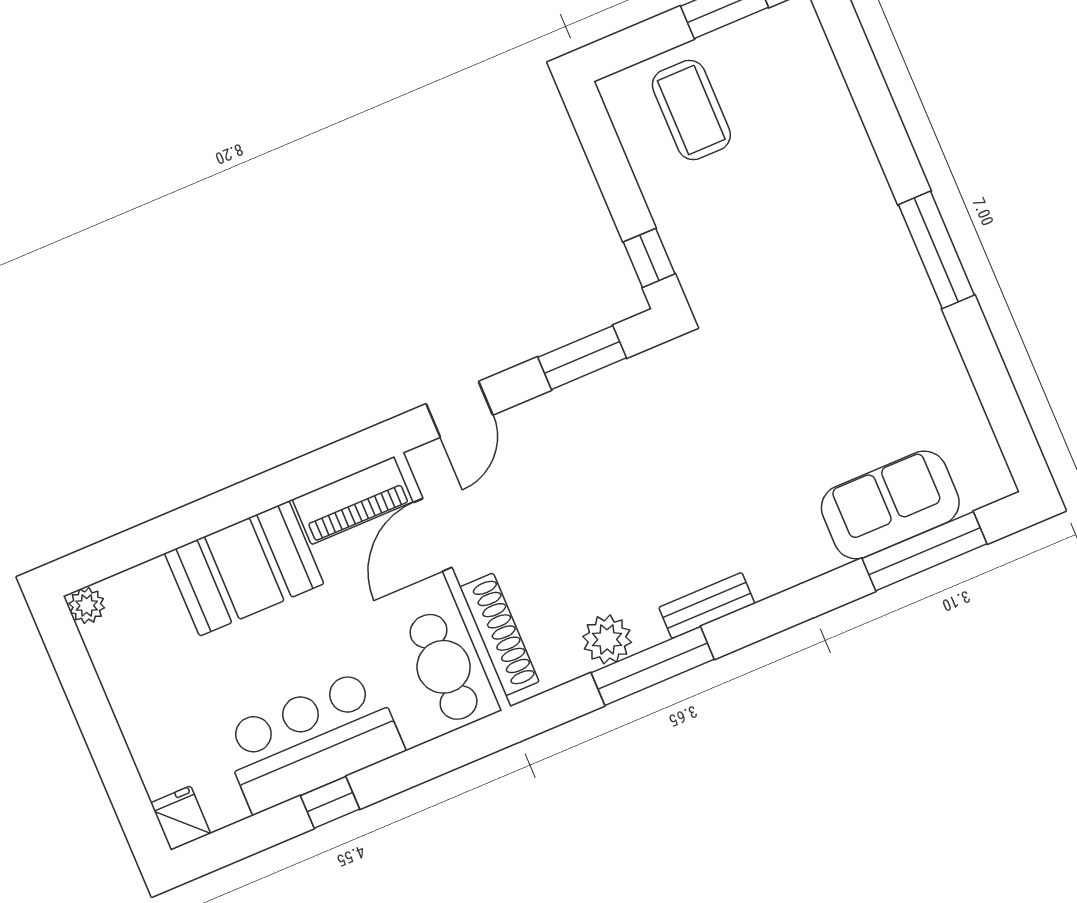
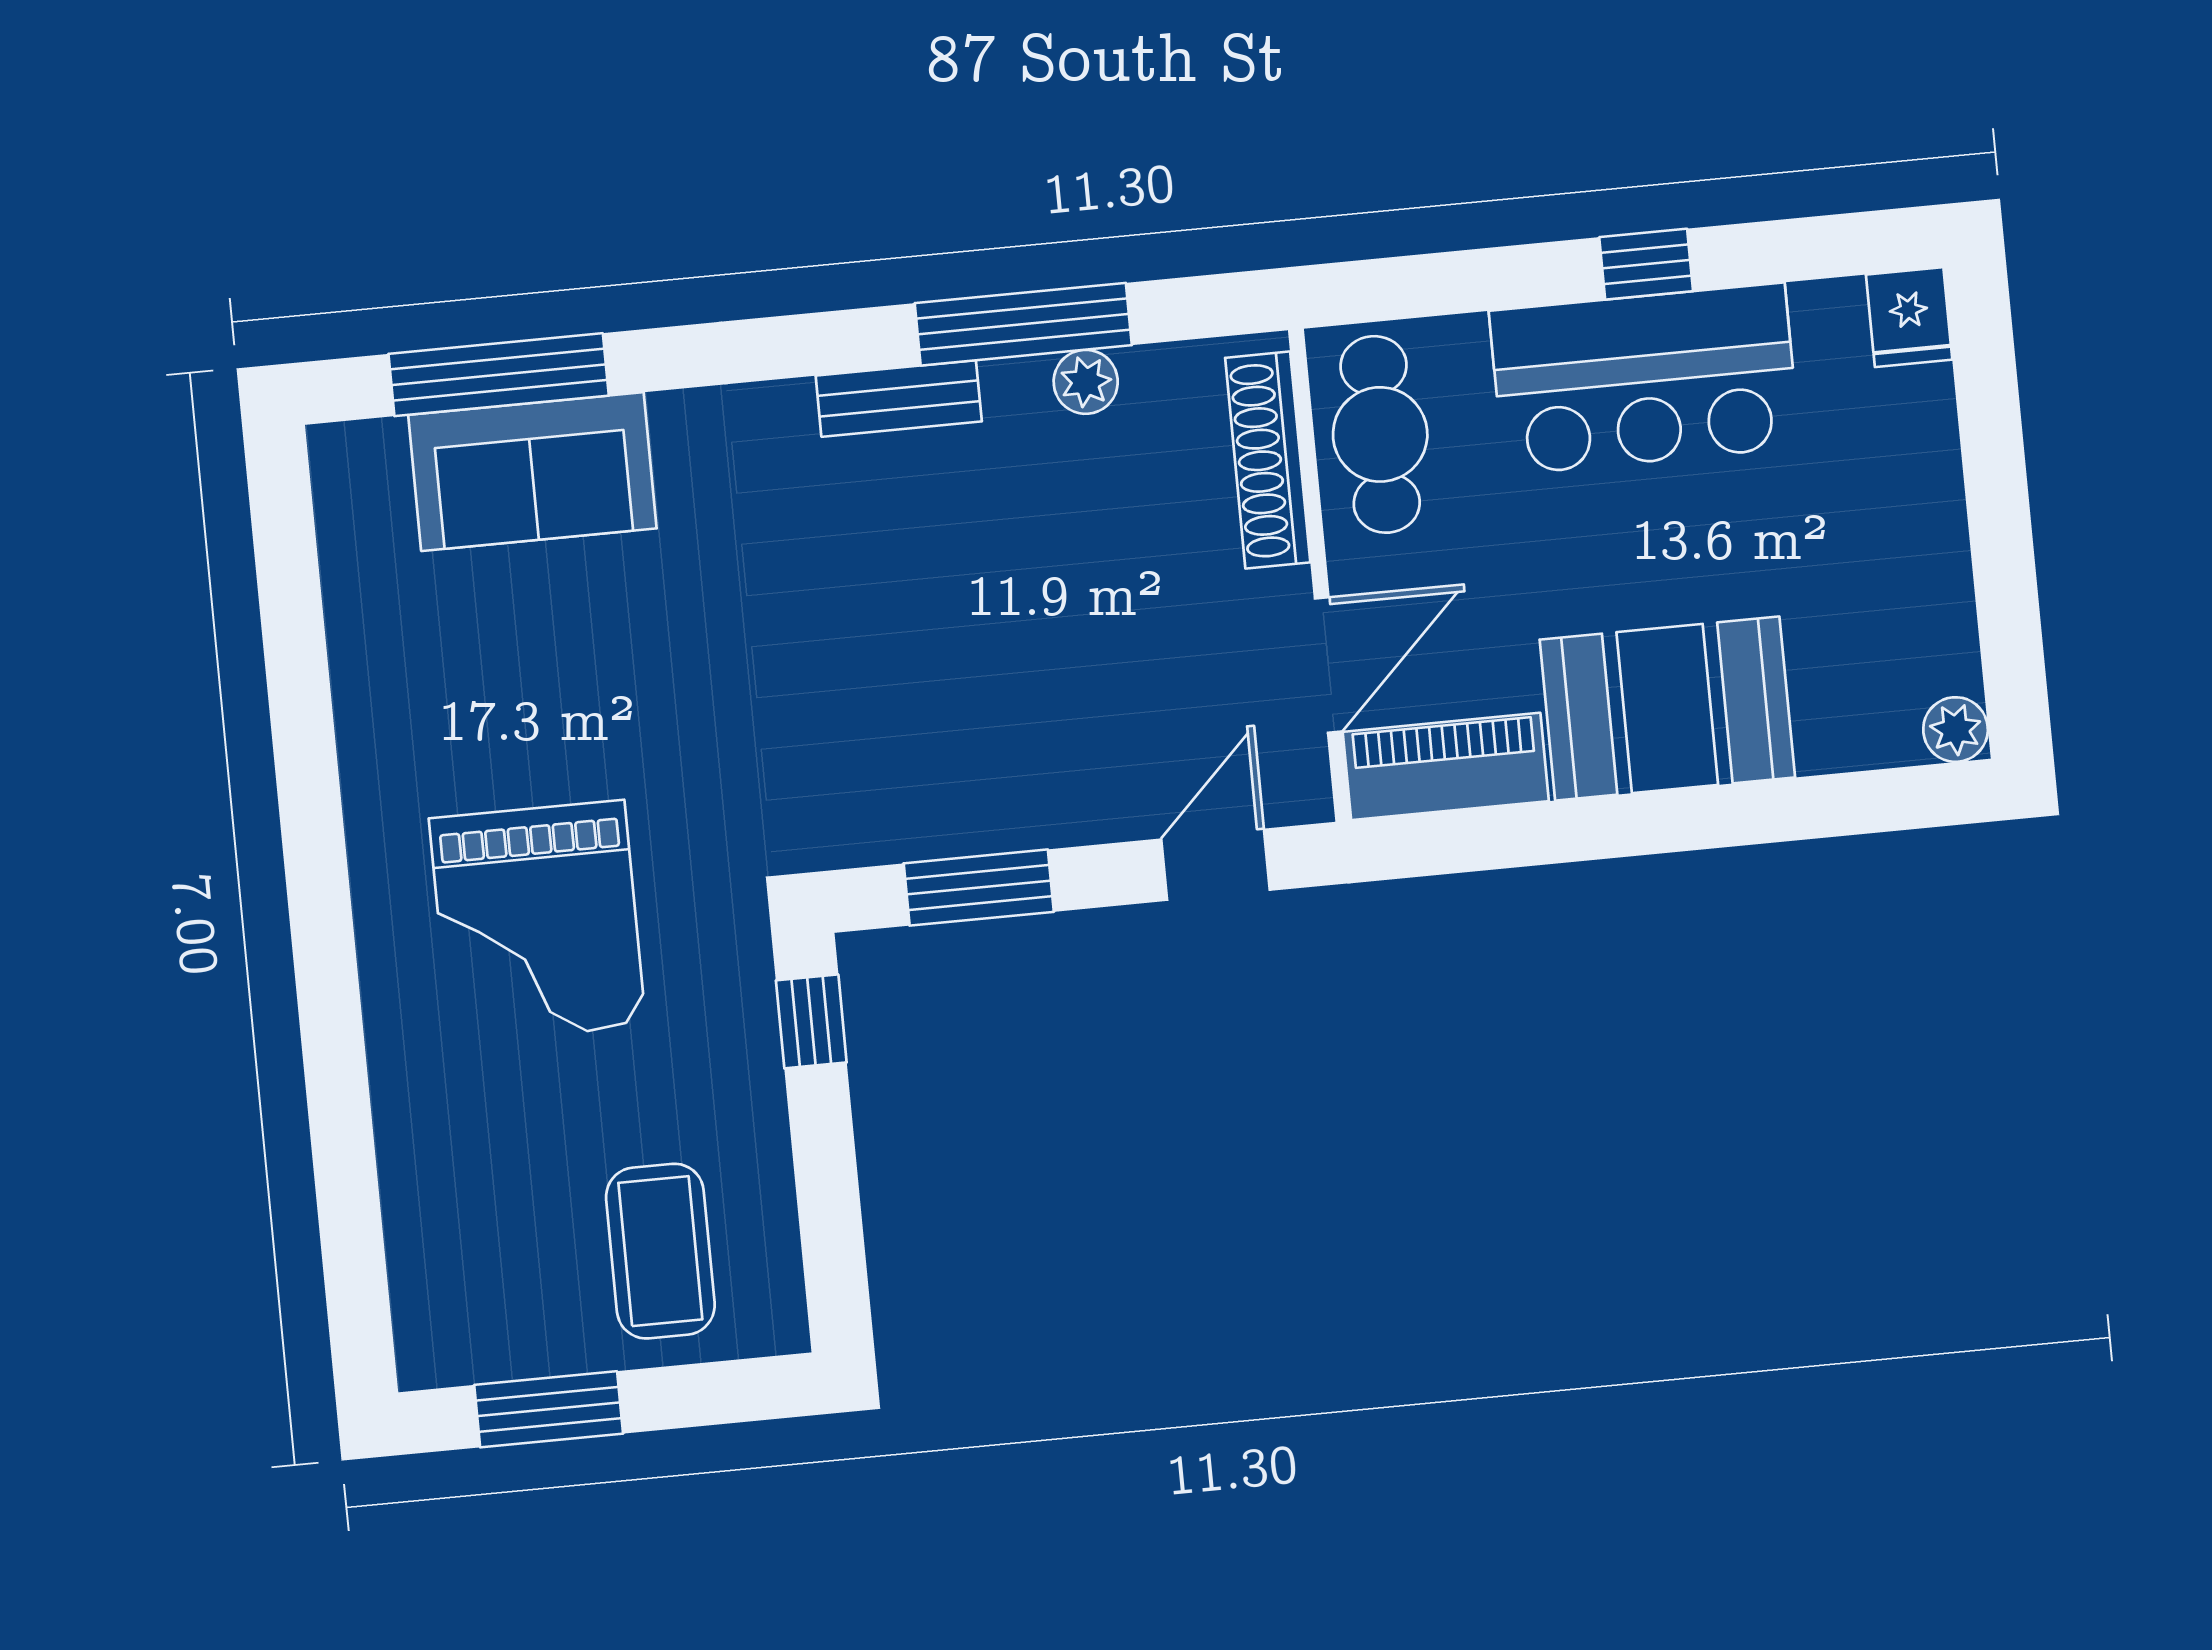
window: (936, 250) -> (317, 882), removed
grand piano: (812, 265) -> (537, 922), added
plant: (607, 639) -> (1086, 382), width x0.73, depth x0.73

